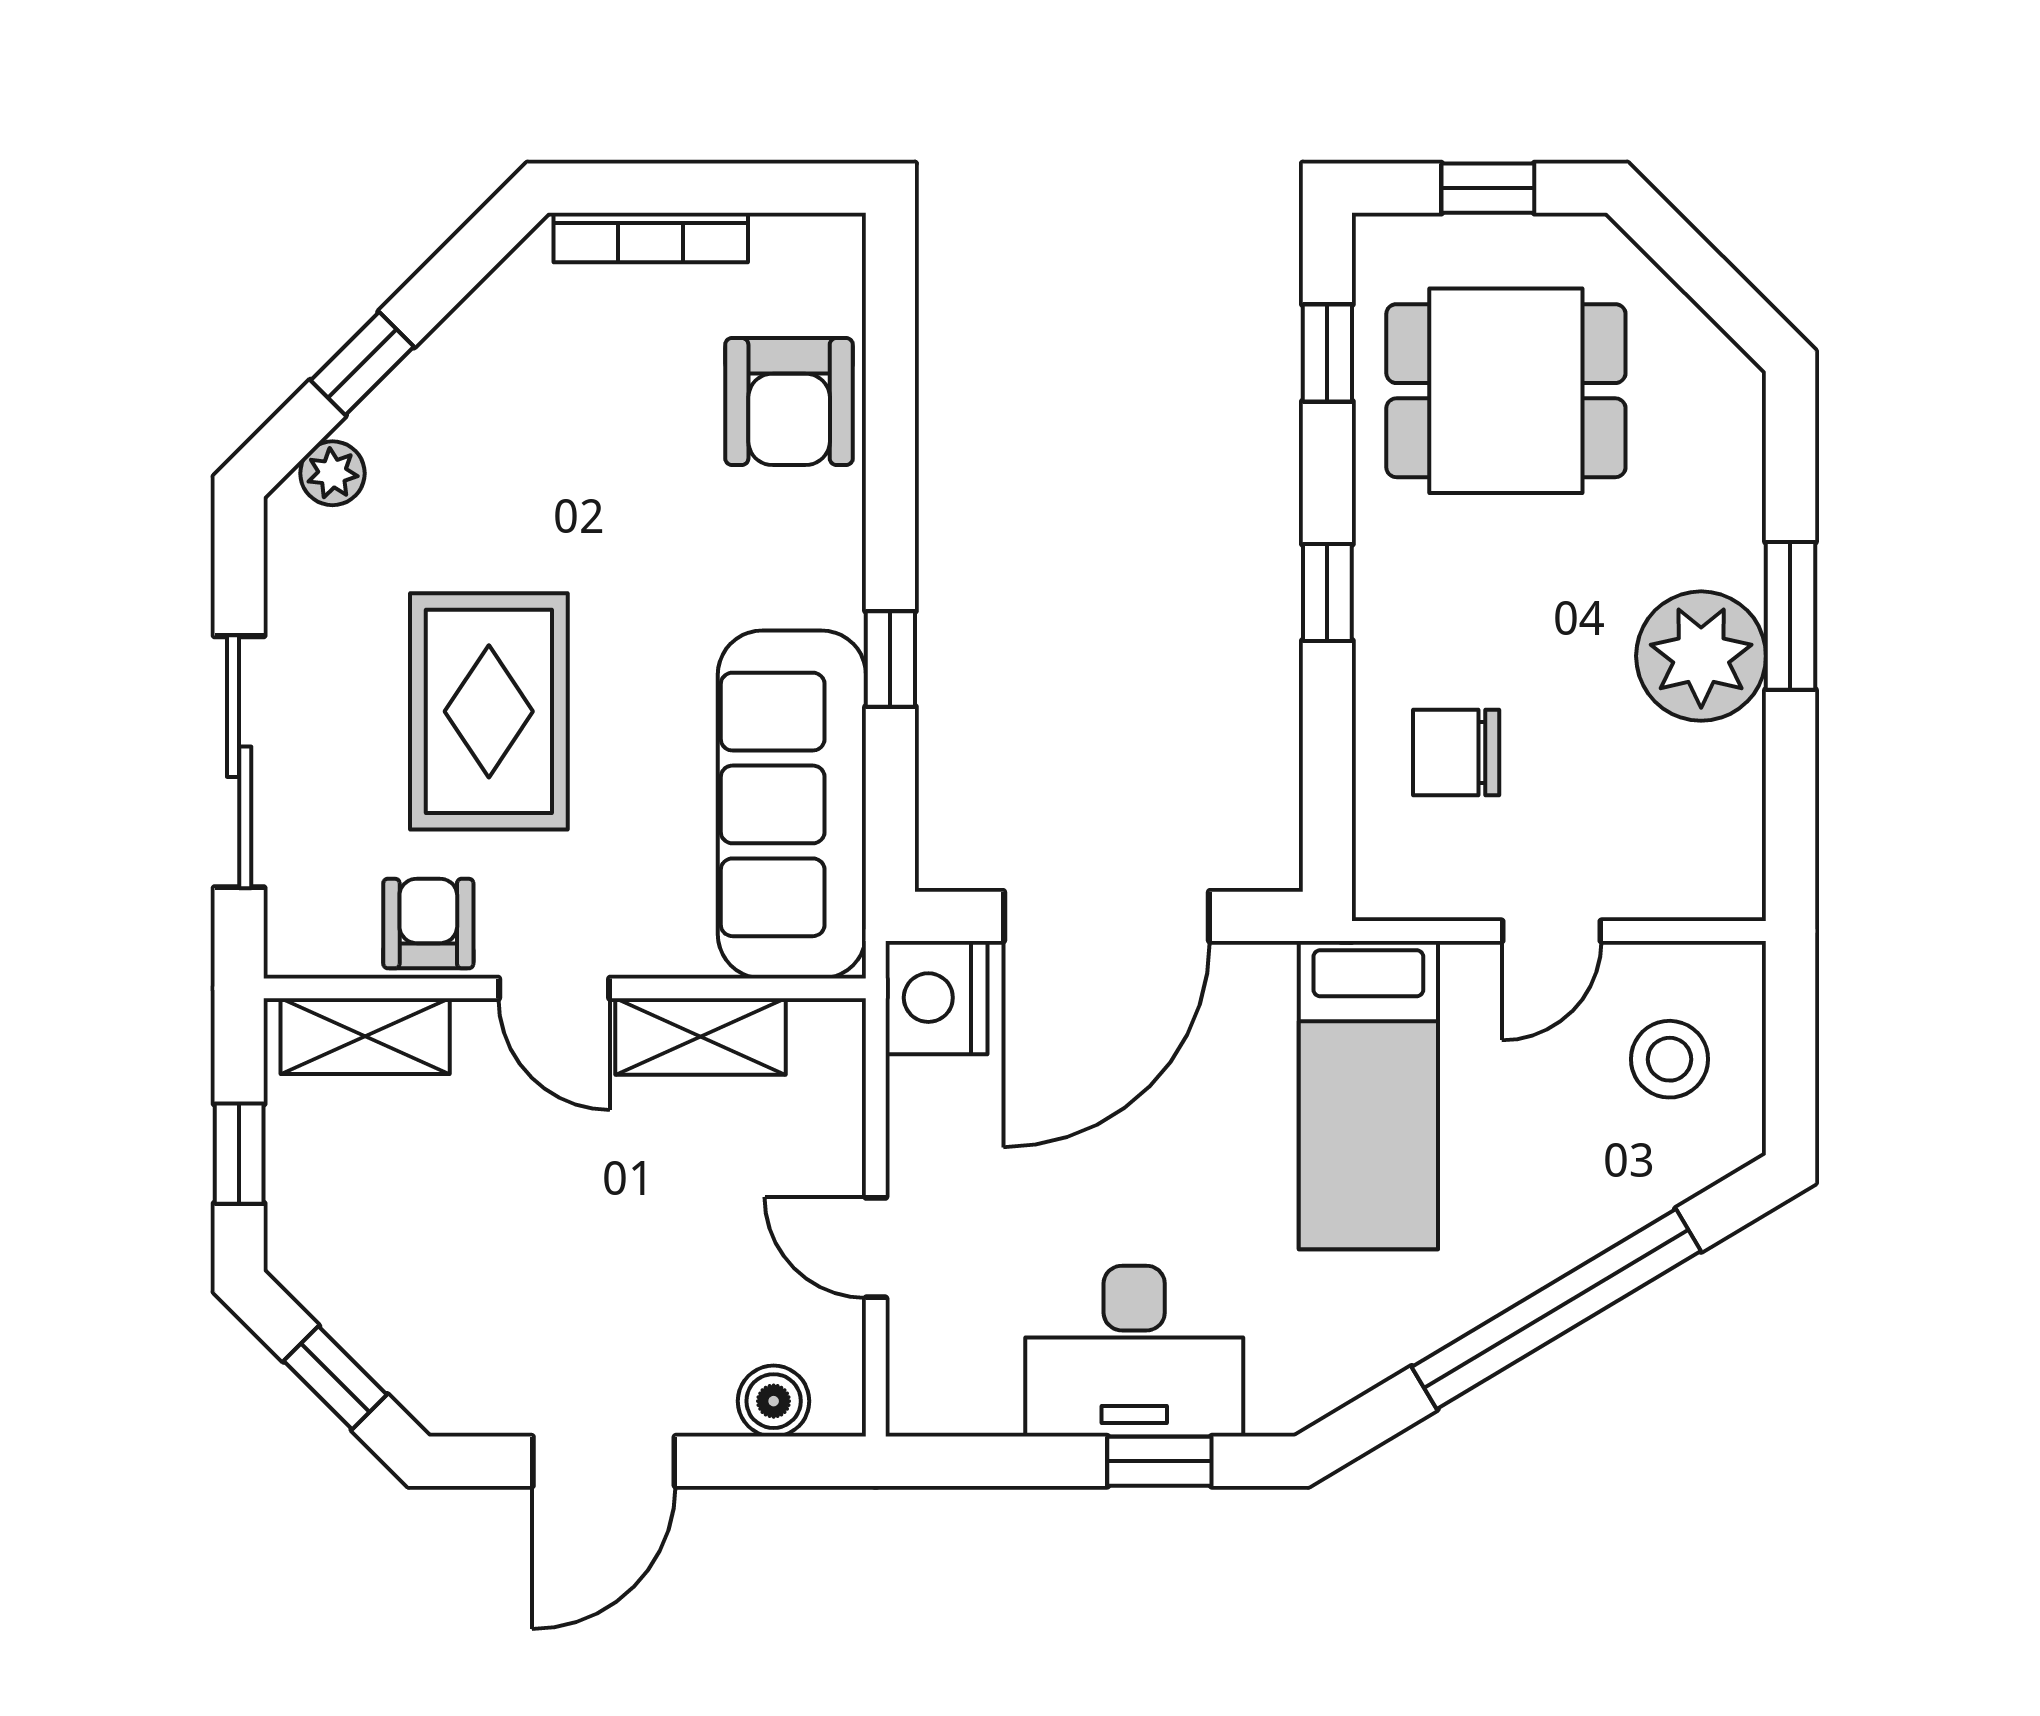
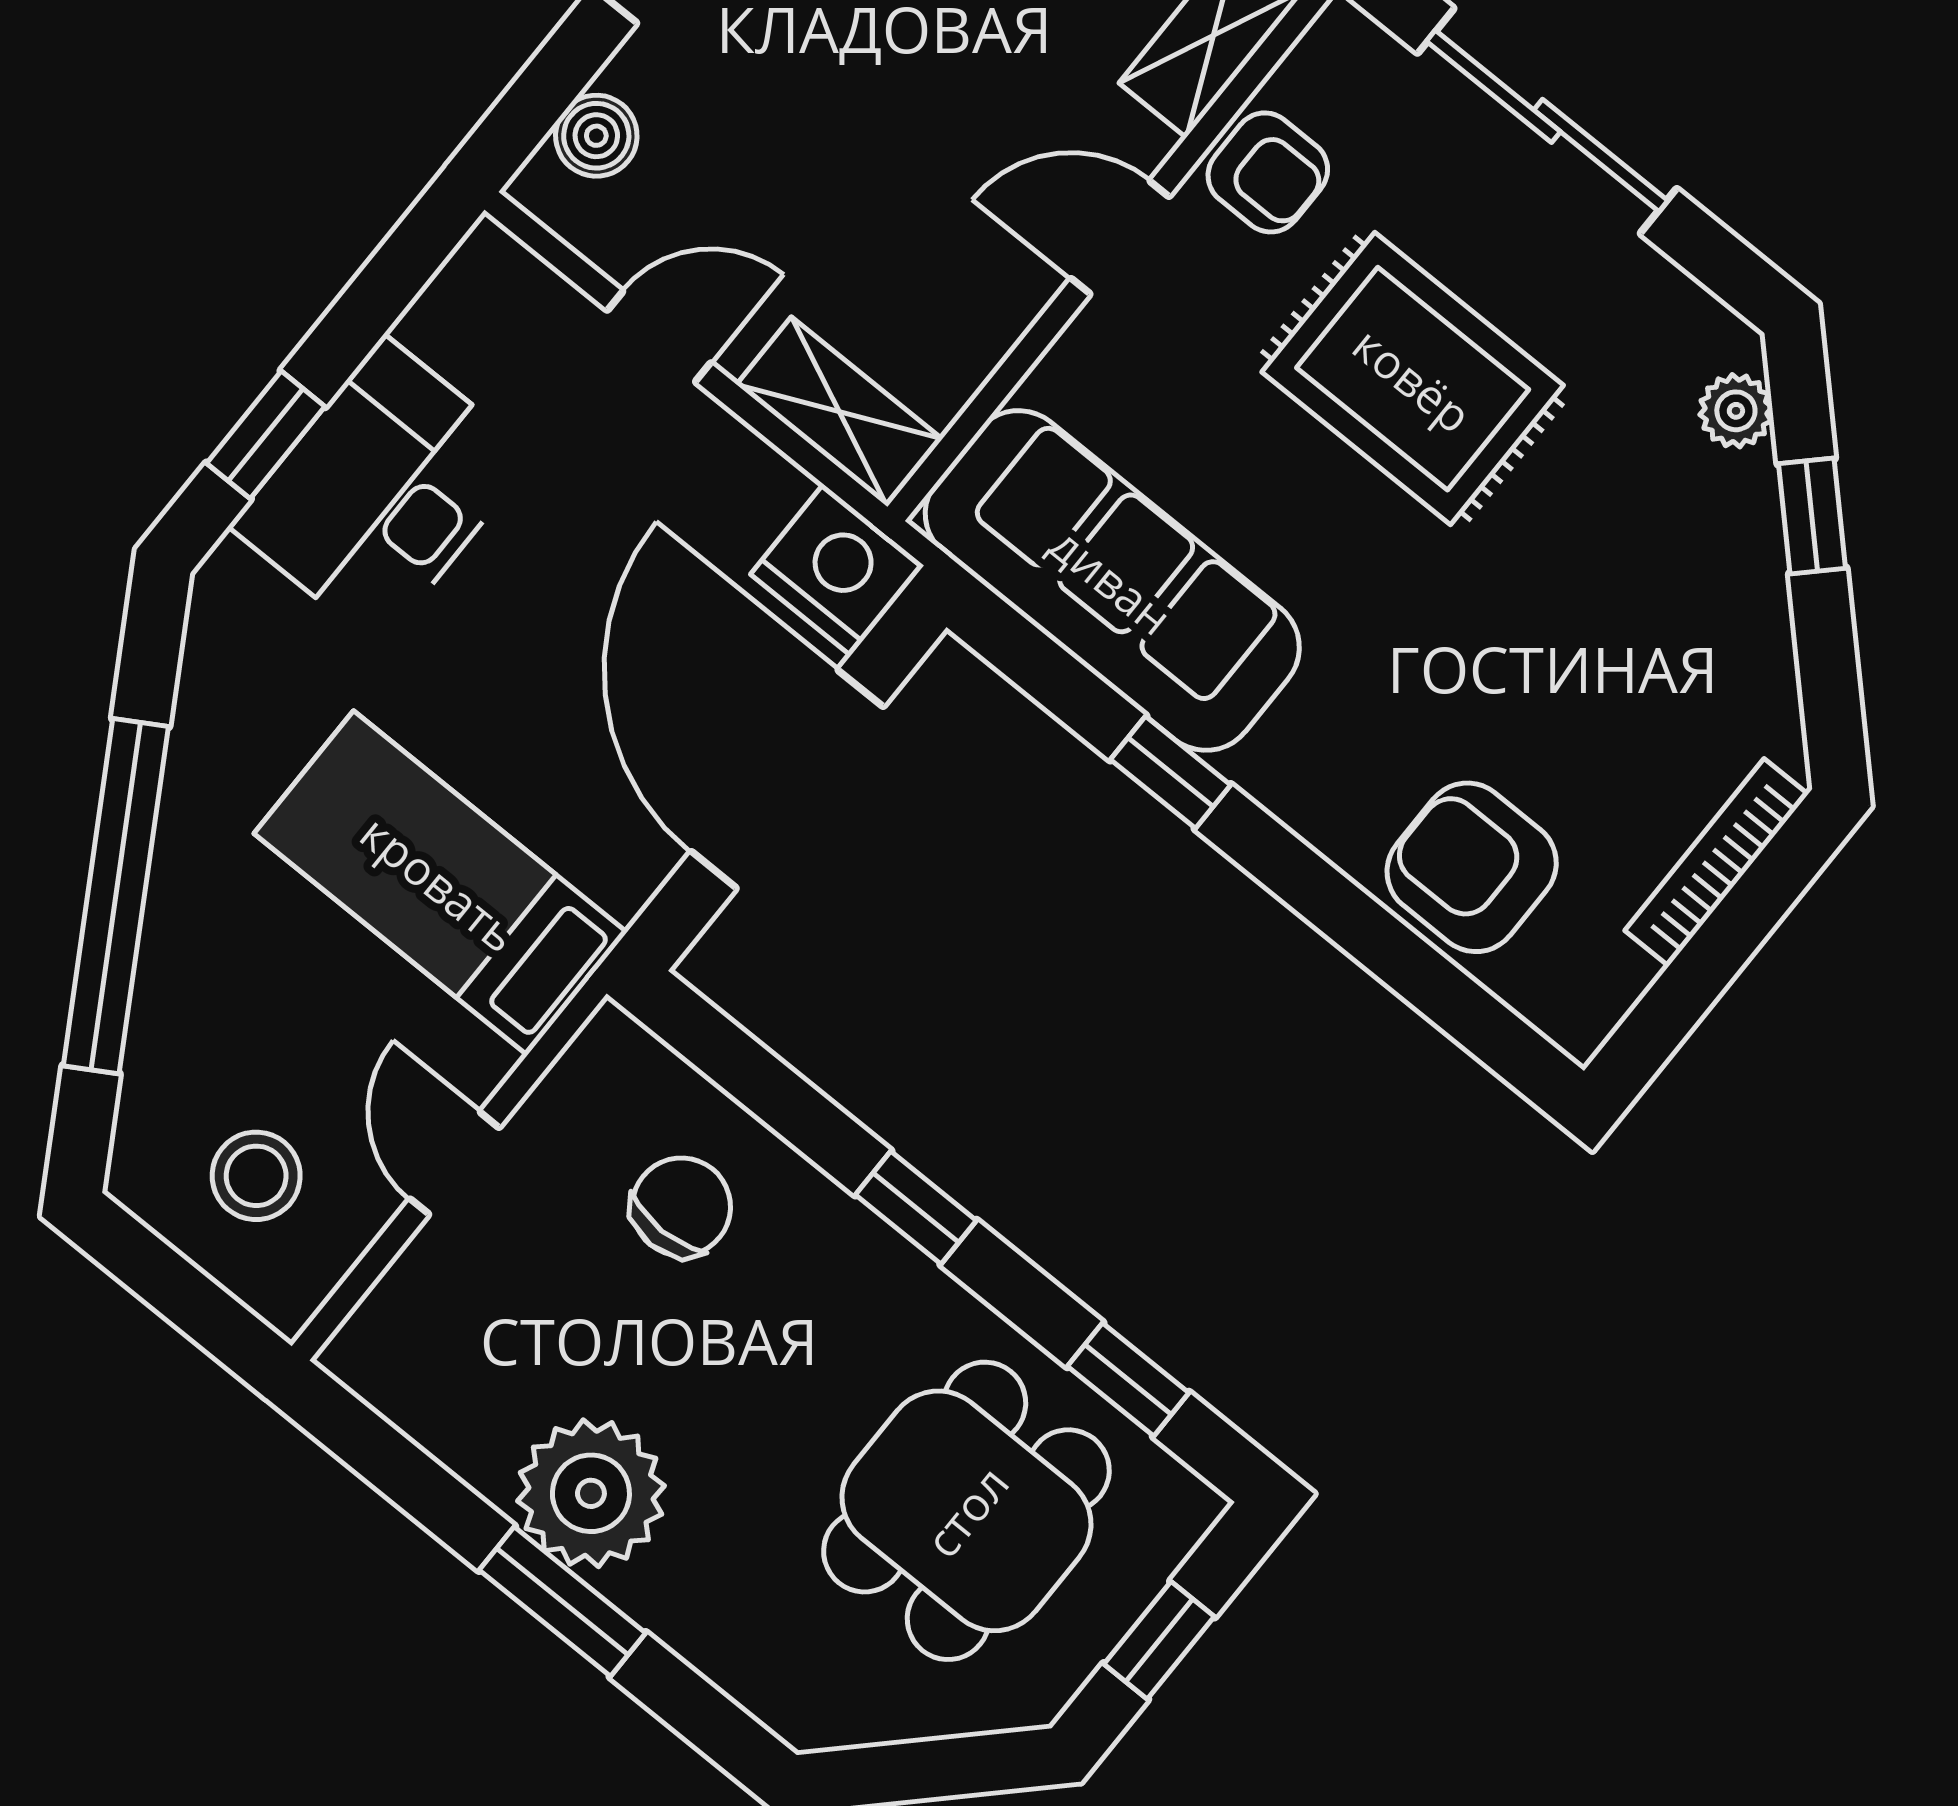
shelving: (701, 1036) -> (839, 412), moved, turned 90

